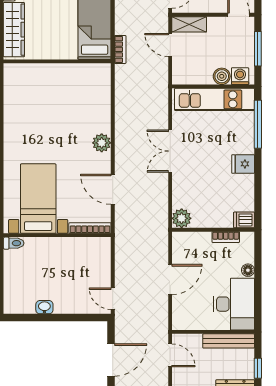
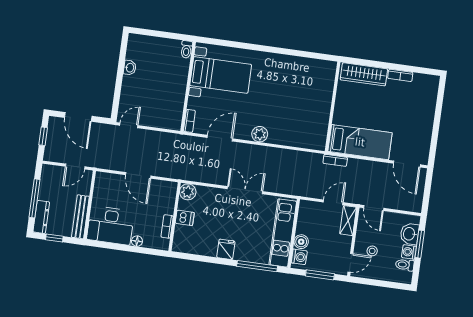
dishwasher: (244, 220) -> (185, 218), moved, turned 90
bookcase: (90, 228) -> (189, 121), width x0.64

